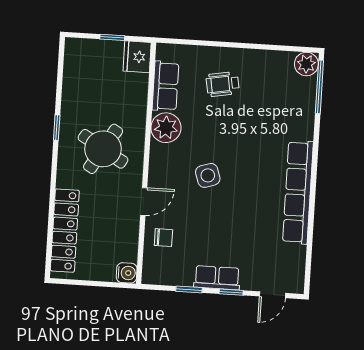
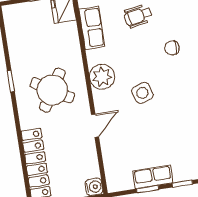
plant: (166, 128) -> (102, 77), moved
chair: (163, 238) -> (172, 48), moved, turned 180
row of seats: (217, 278) -> (153, 177), moved

